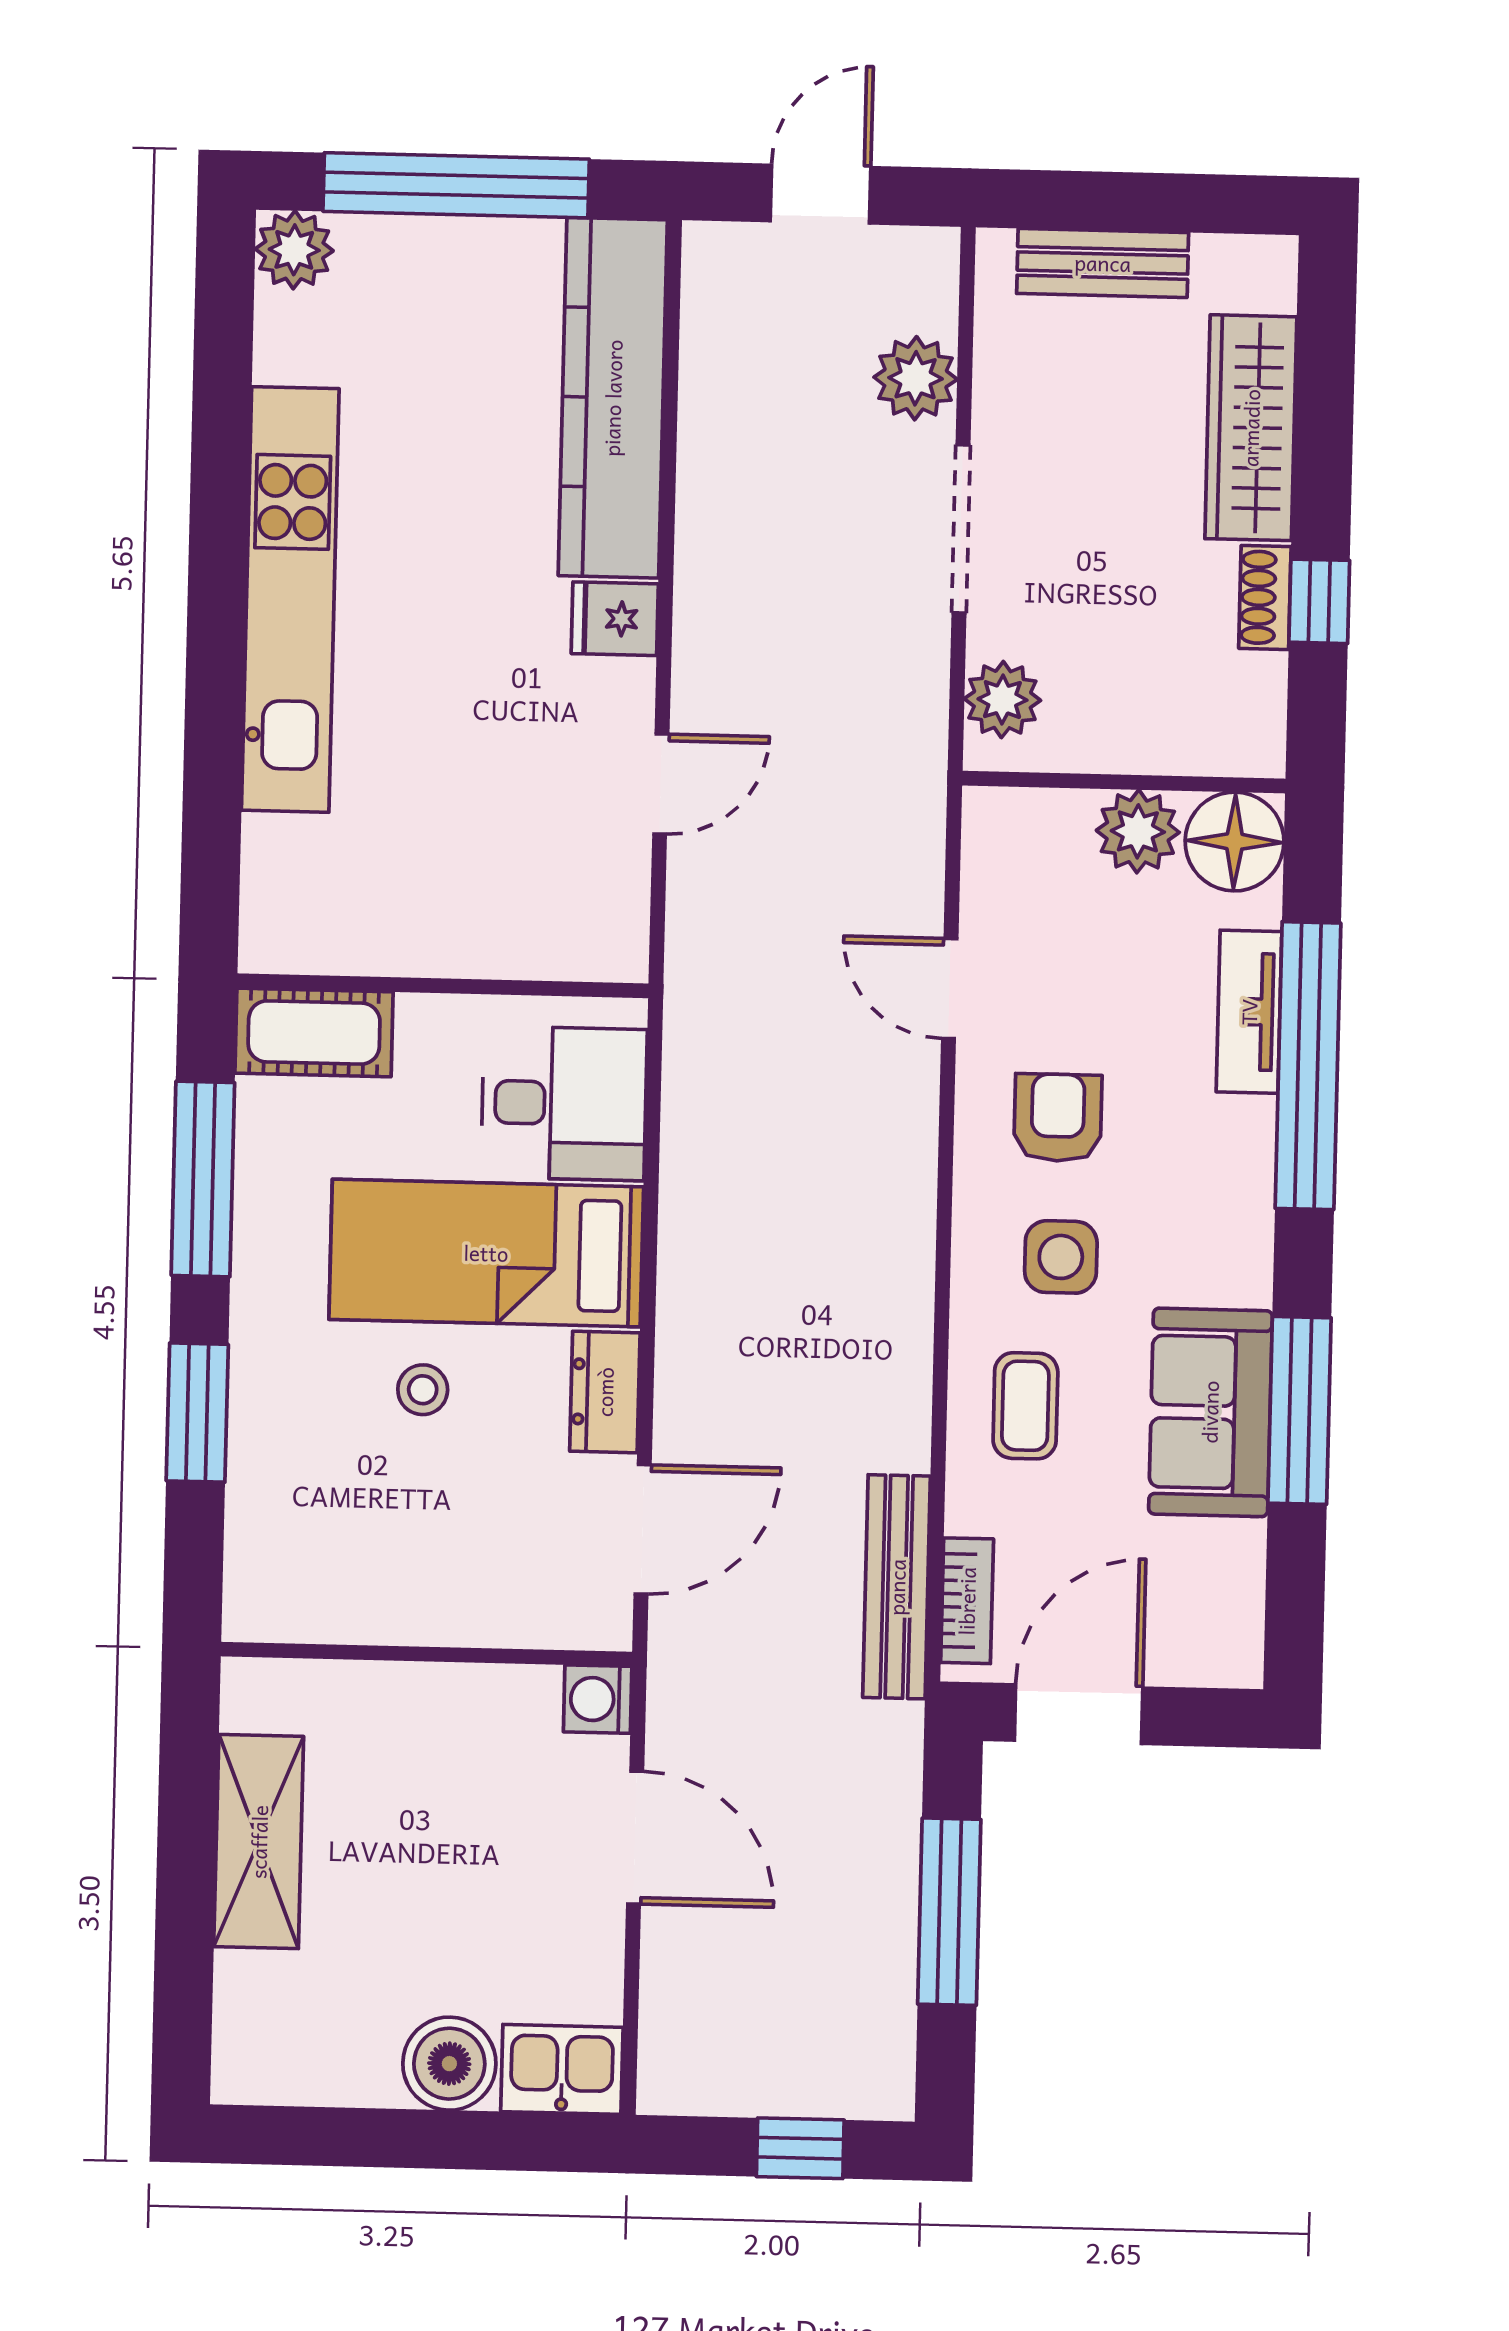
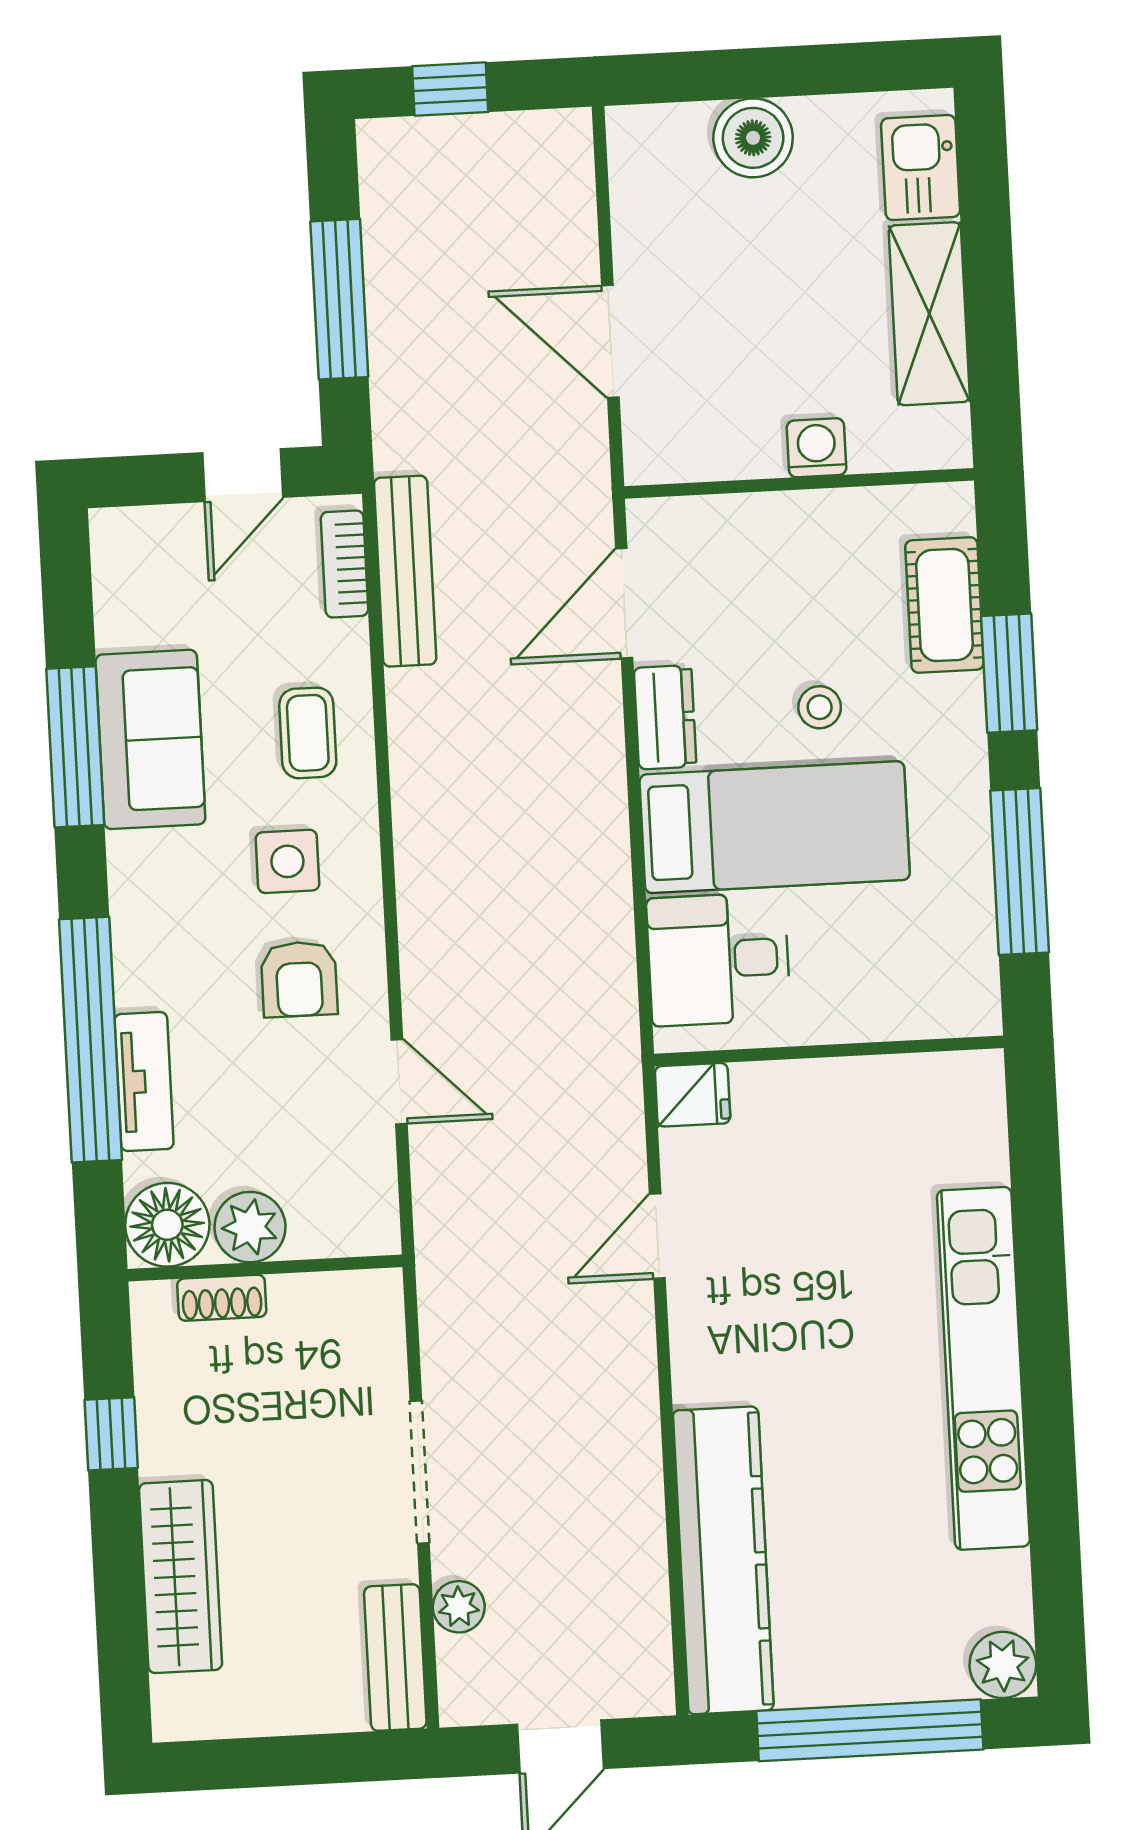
bench: (1103, 263) -> (395, 1657), moved, turned 90
plant: (916, 378) -> (459, 1607), width x0.73, depth x0.73
shoe rack: (1265, 597) -> (222, 1298), moved, turned 90
fridge: (615, 619) -> (693, 1095), moved
plant: (1002, 700) -> (373, 1330), removed
cot: (314, 1033) -> (944, 605), moved, turned 90
washing machine: (598, 1699) -> (816, 448), moved, turned -90
door: (1079, 1714) -> (243, 475), width x0.73
kitchen sink: (562, 2069) -> (921, 168), moved, turned 90

